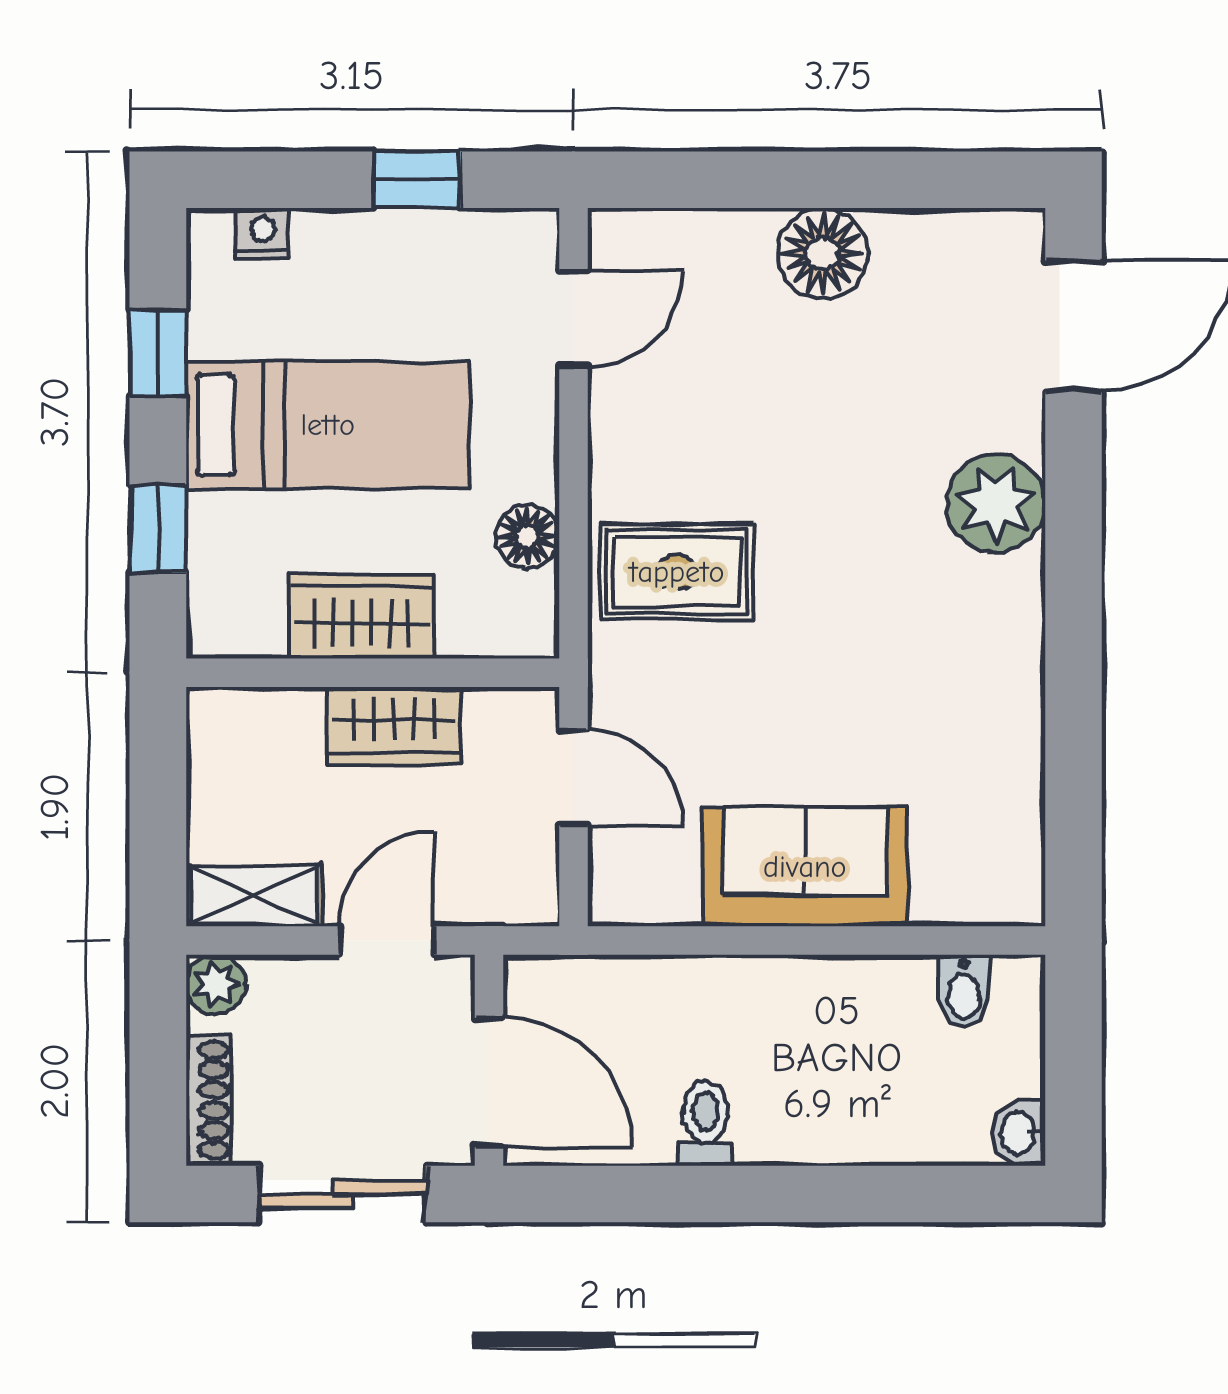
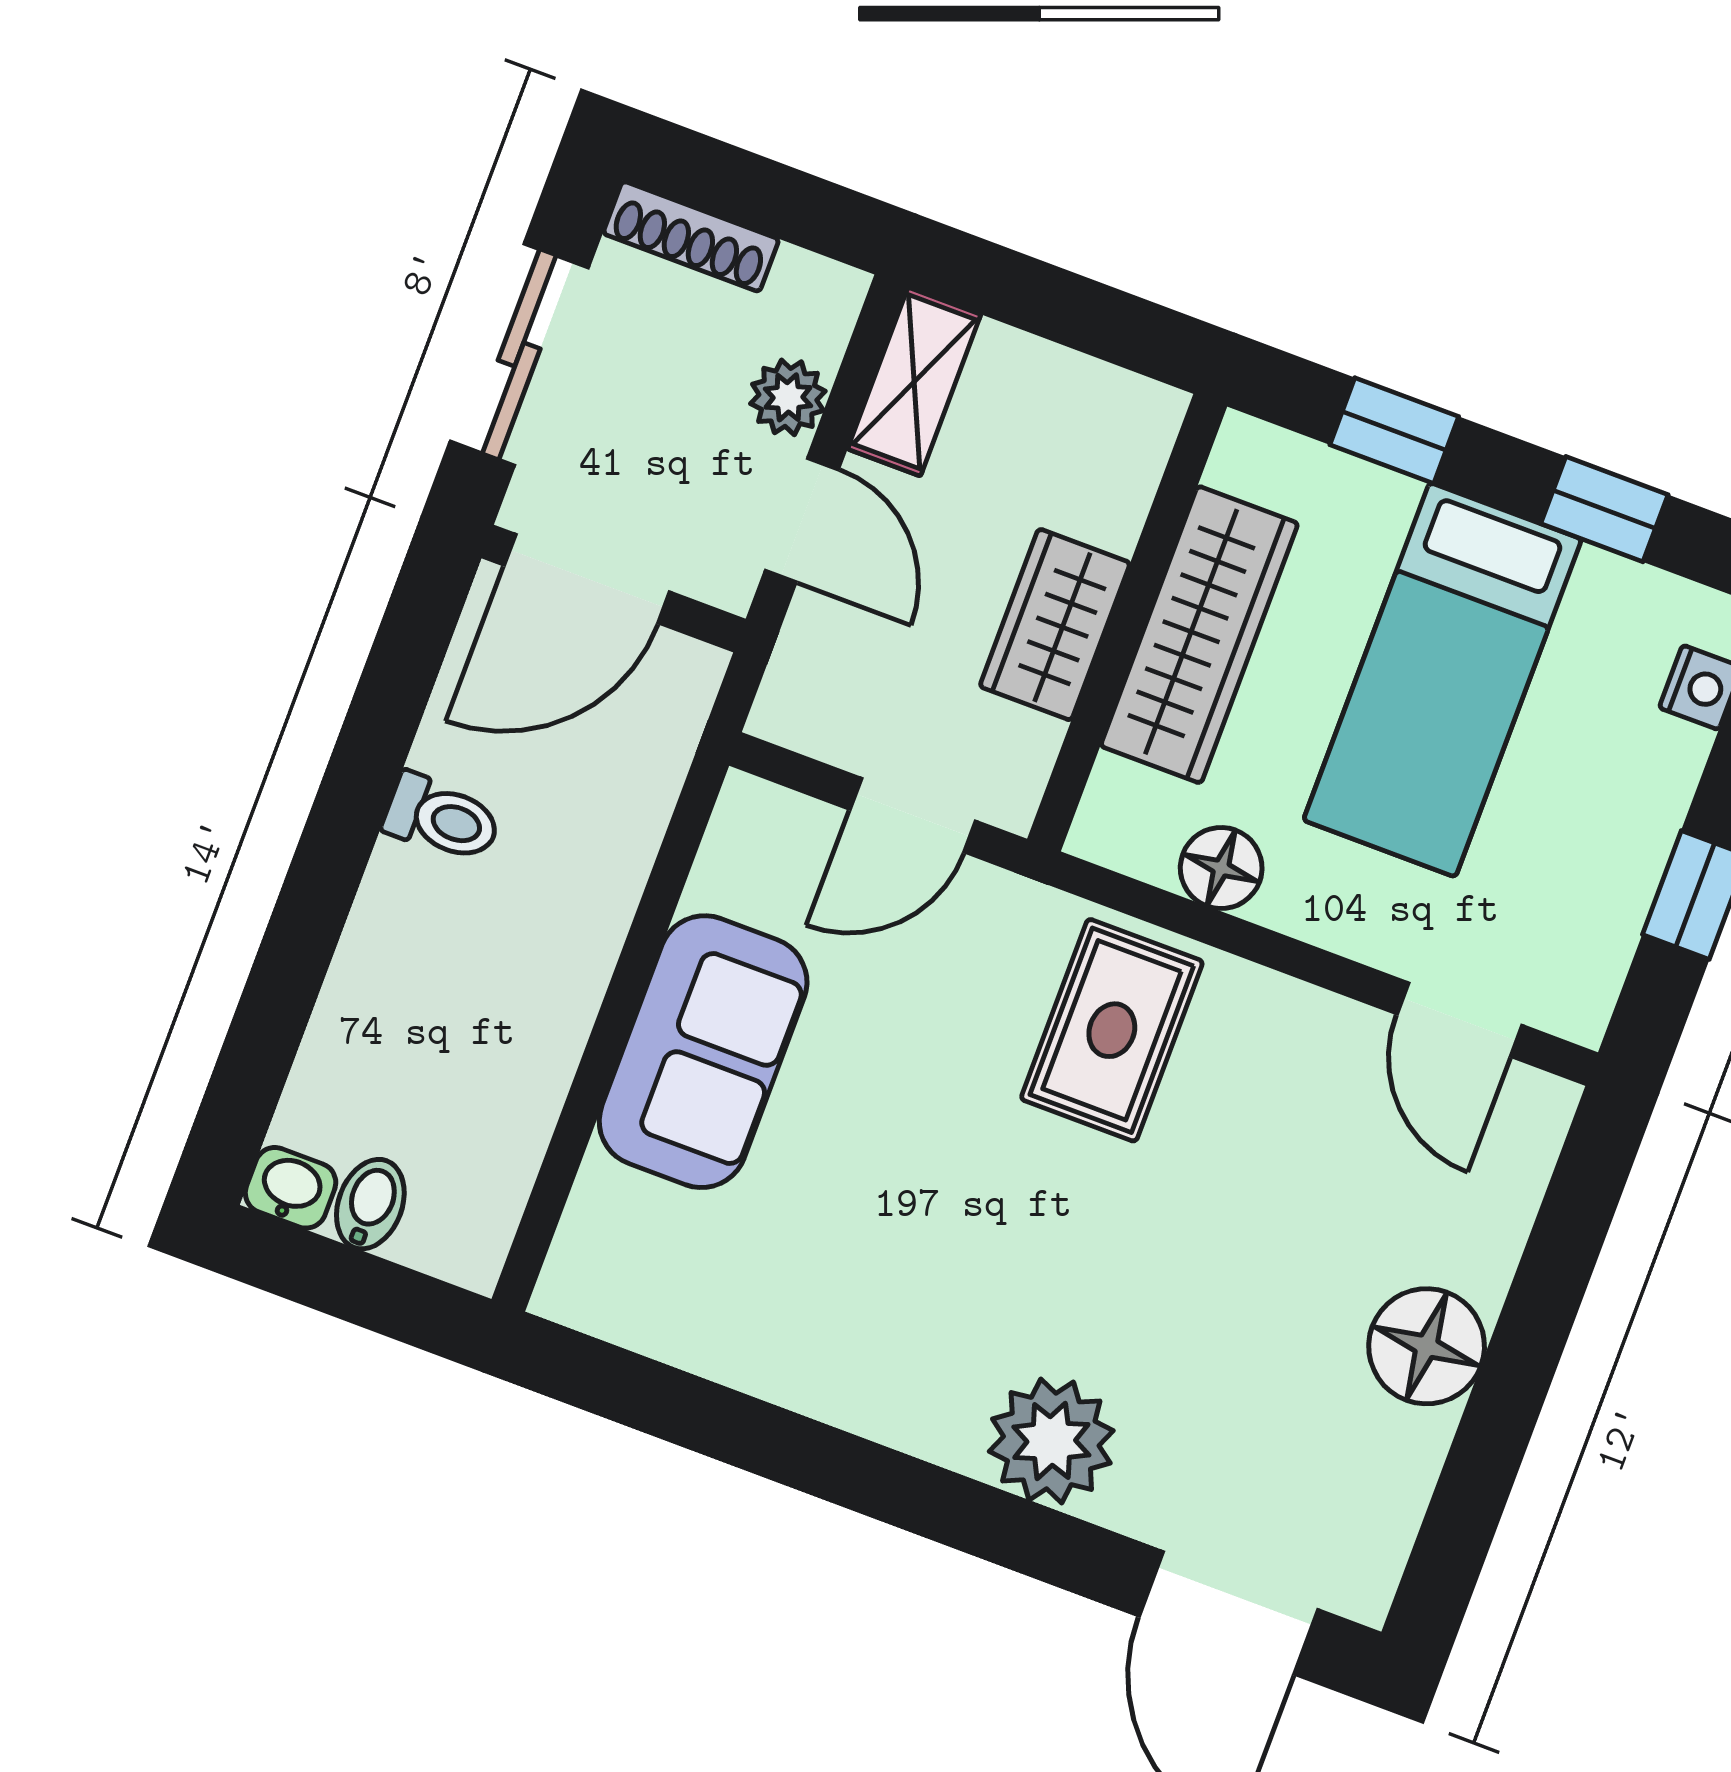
wardrobe: (362, 616) -> (1199, 635), width x1.50
plant: (216, 984) -> (788, 397), moved
bidet: (964, 991) -> (370, 1204), moved, turned 90

